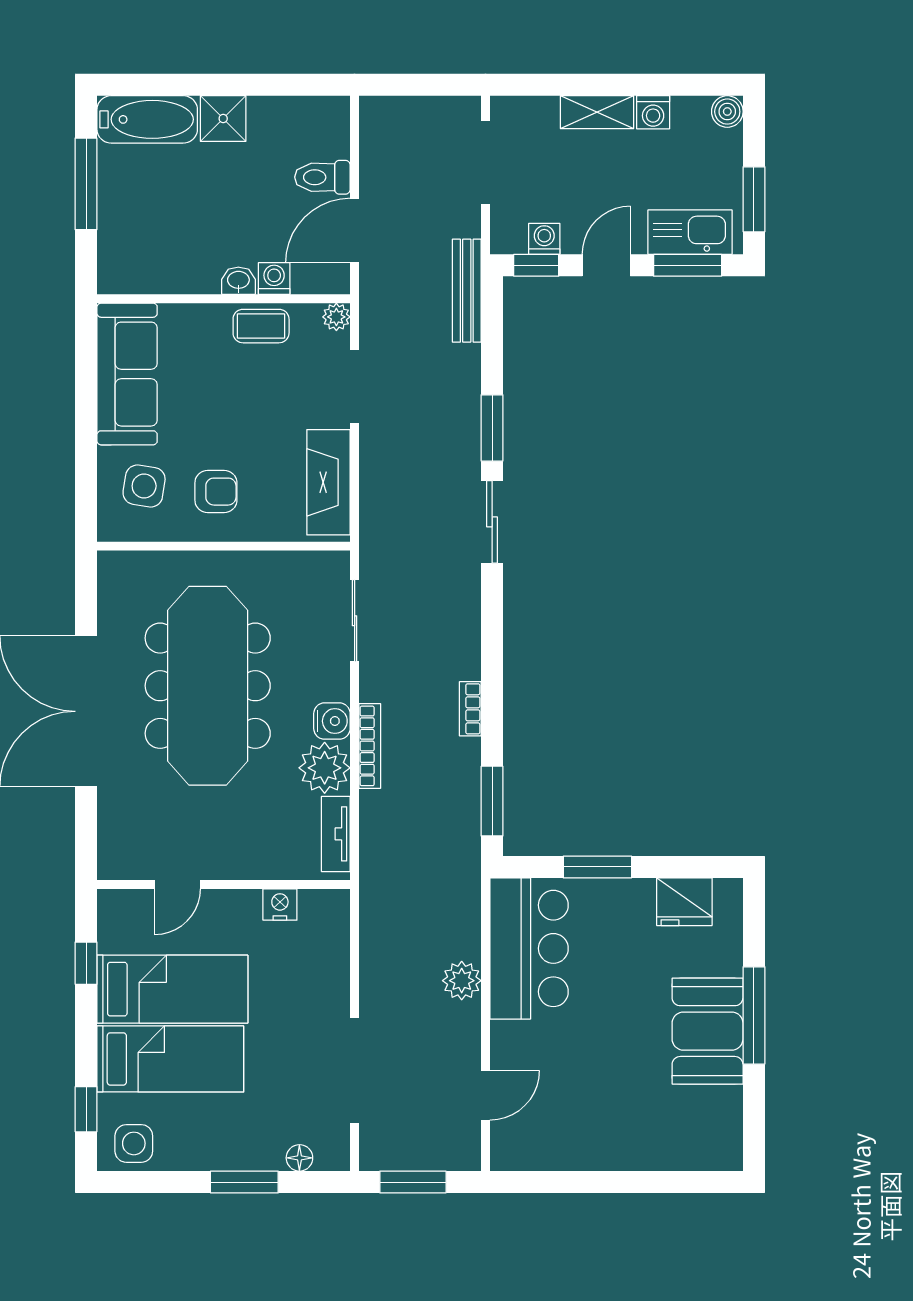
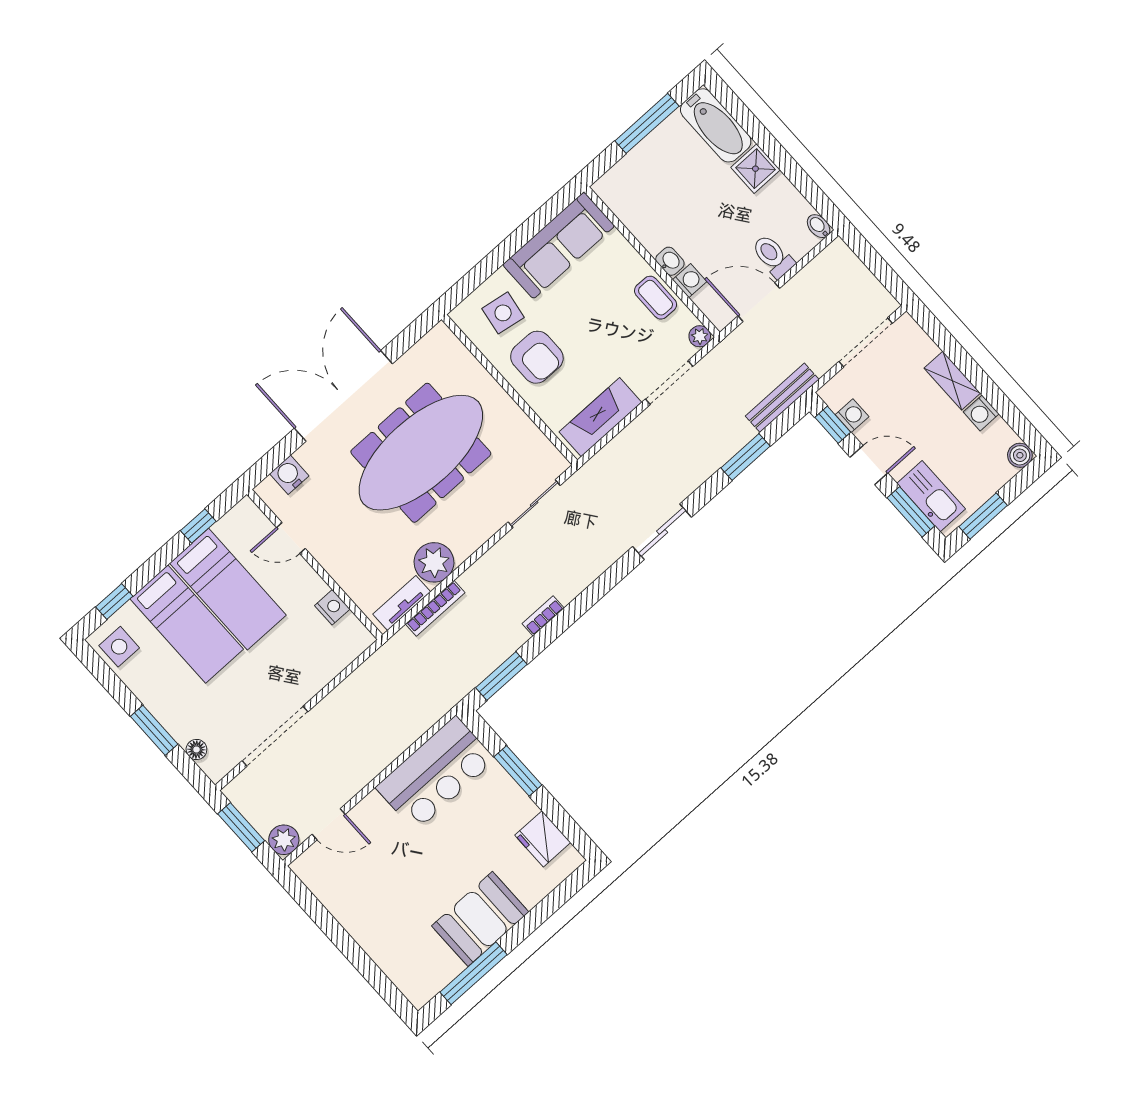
bidet: (333, 107) -> (819, 226), added
window: (492, 428) -> (746, 457), moved
armchair: (216, 492) -> (537, 357), width x1.38, depth x1.38
water cooler: (332, 721) -> (289, 475), moved, turned 180
bookcase: (370, 746) -> (435, 608), moved
plant: (462, 981) -> (284, 840), moved
window: (754, 1015) -> (473, 973), moved

